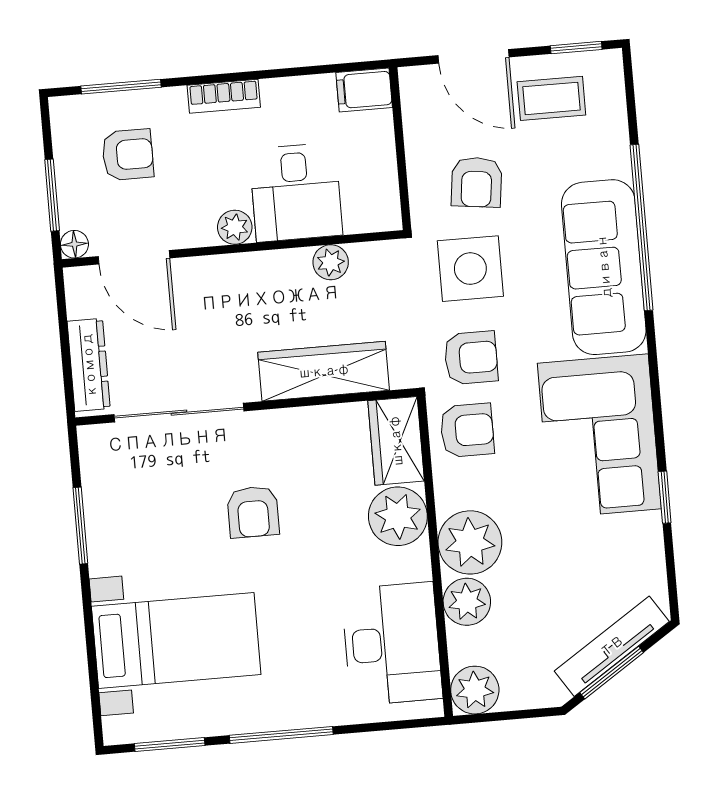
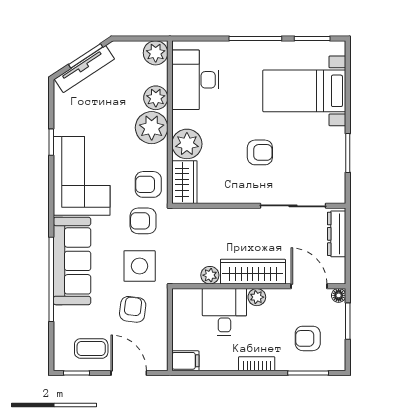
wardrobe: (324, 371) -> (253, 272), moved, turned 180
armchair: (253, 512) -> (260, 152), turned 90

